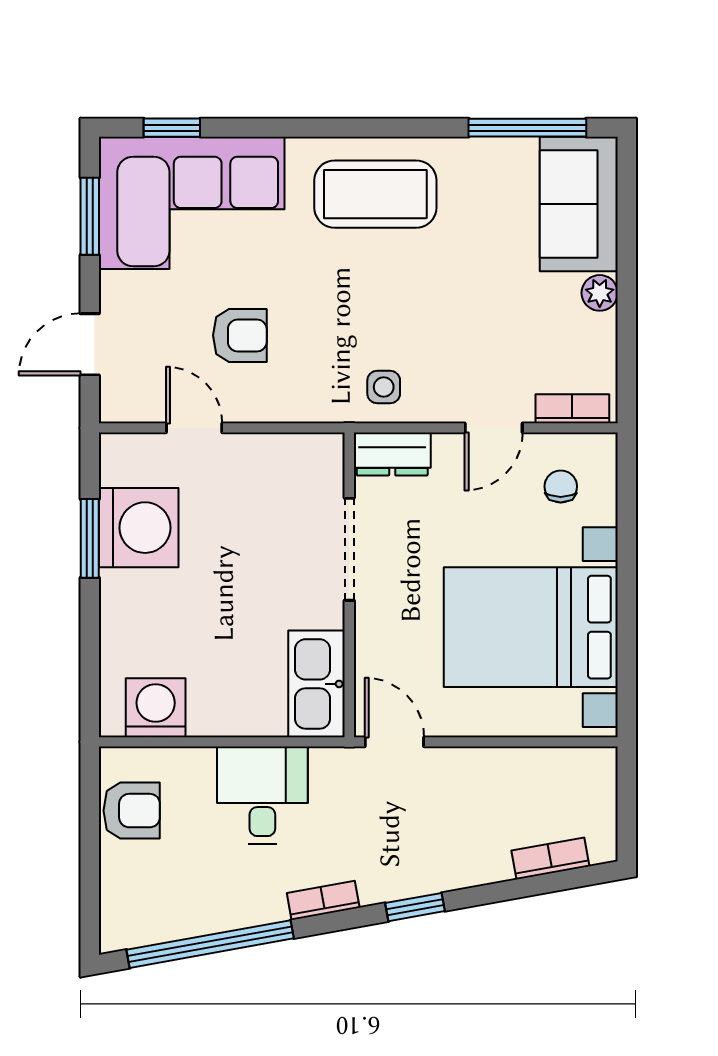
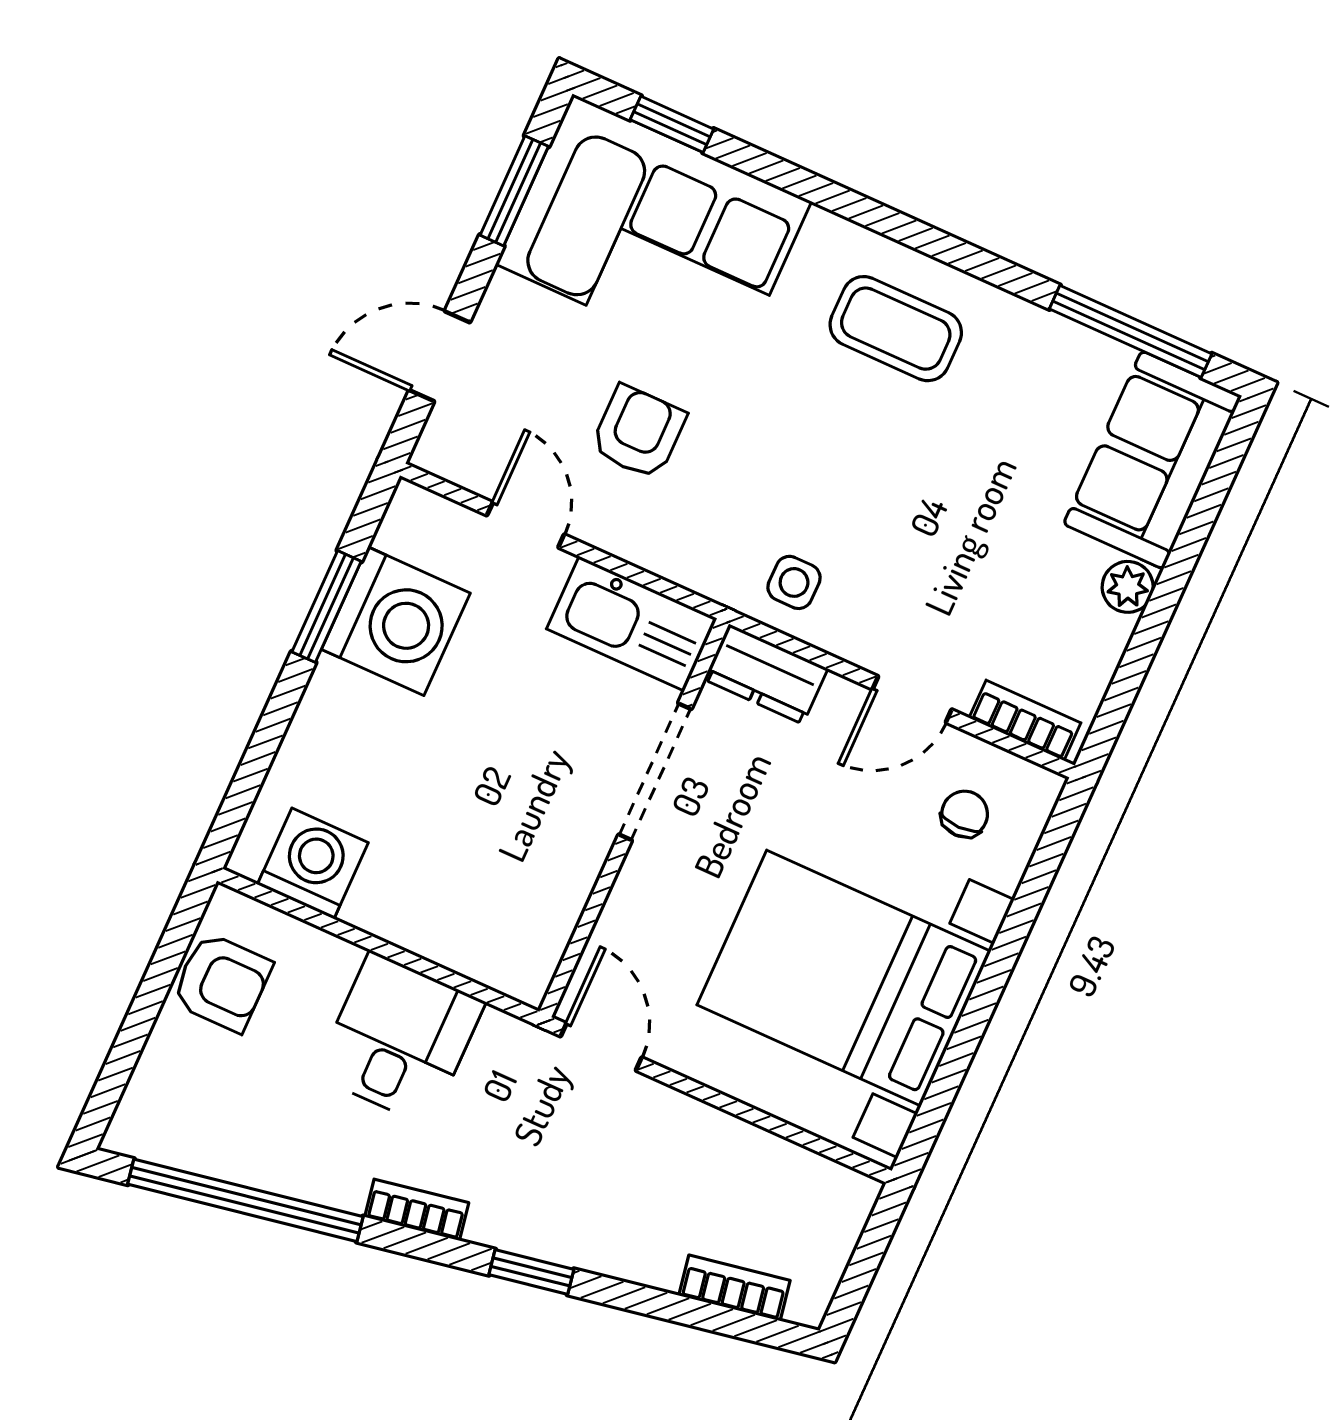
coffee table: (375, 194) -> (896, 329), width x0.73, depth x0.76
armchair: (240, 335) -> (638, 432), turned -90
kitchen sink: (316, 684) -> (632, 624), moved, turned -90

